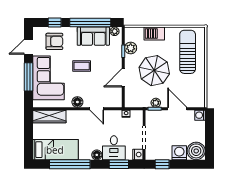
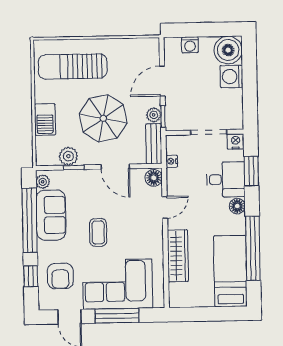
armchair: (54, 41) -> (60, 276), turned 180
floor lamp: (77, 102) -> (154, 178), moved
bench: (137, 102) -> (154, 144), added
washing machine: (200, 115) -> (190, 45), moved
wardrobe: (49, 116) -> (178, 256), moved
window: (162, 164) -> (250, 103), removed

